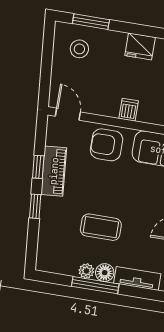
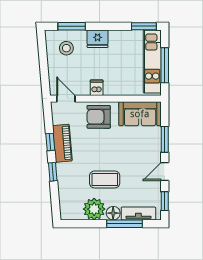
fridge: (140, 46) -> (98, 39), moved
dishwasher: (129, 110) -> (97, 88), moved
plant: (86, 271) -> (94, 209), width x1.87, depth x1.87
window: (95, 285) -> (124, 224), moved

